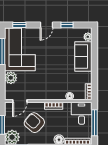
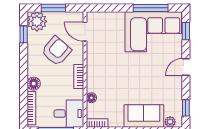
door: (46, 25) -> (186, 67), hinge flipped
window: (67, 25) -> (186, 108), moved
plant: (11, 78) -> (116, 20), removed

